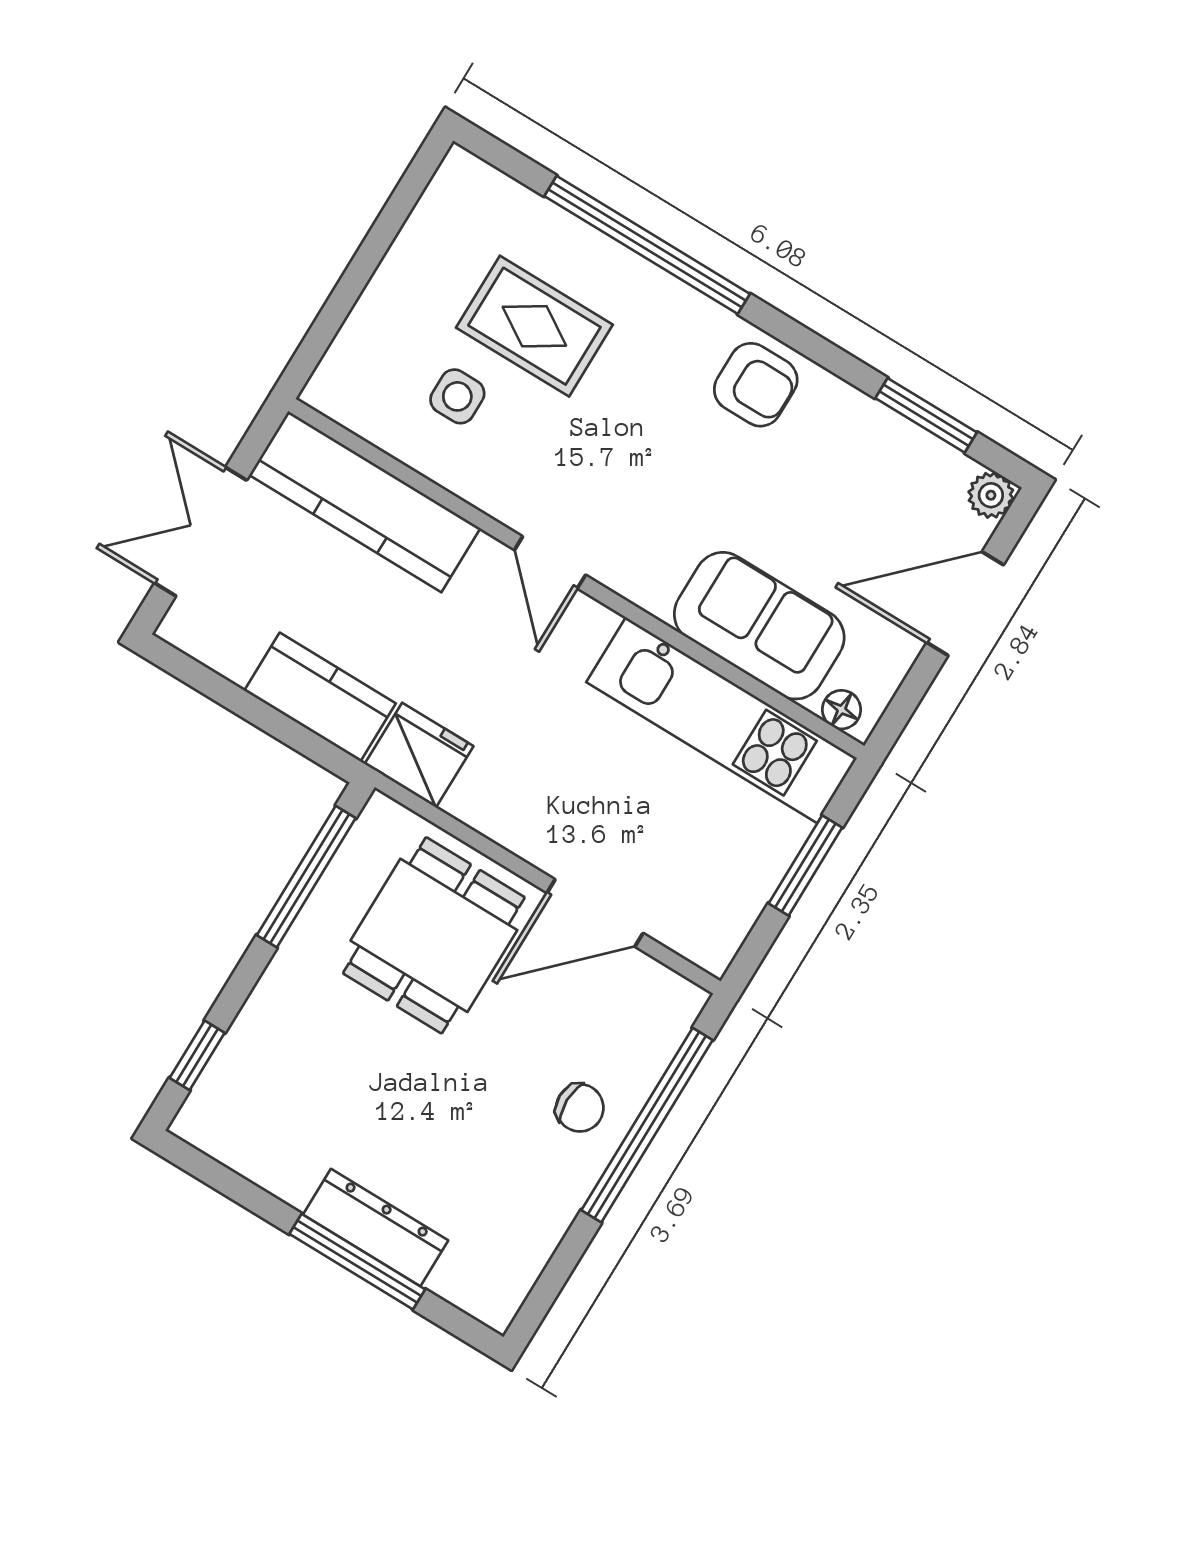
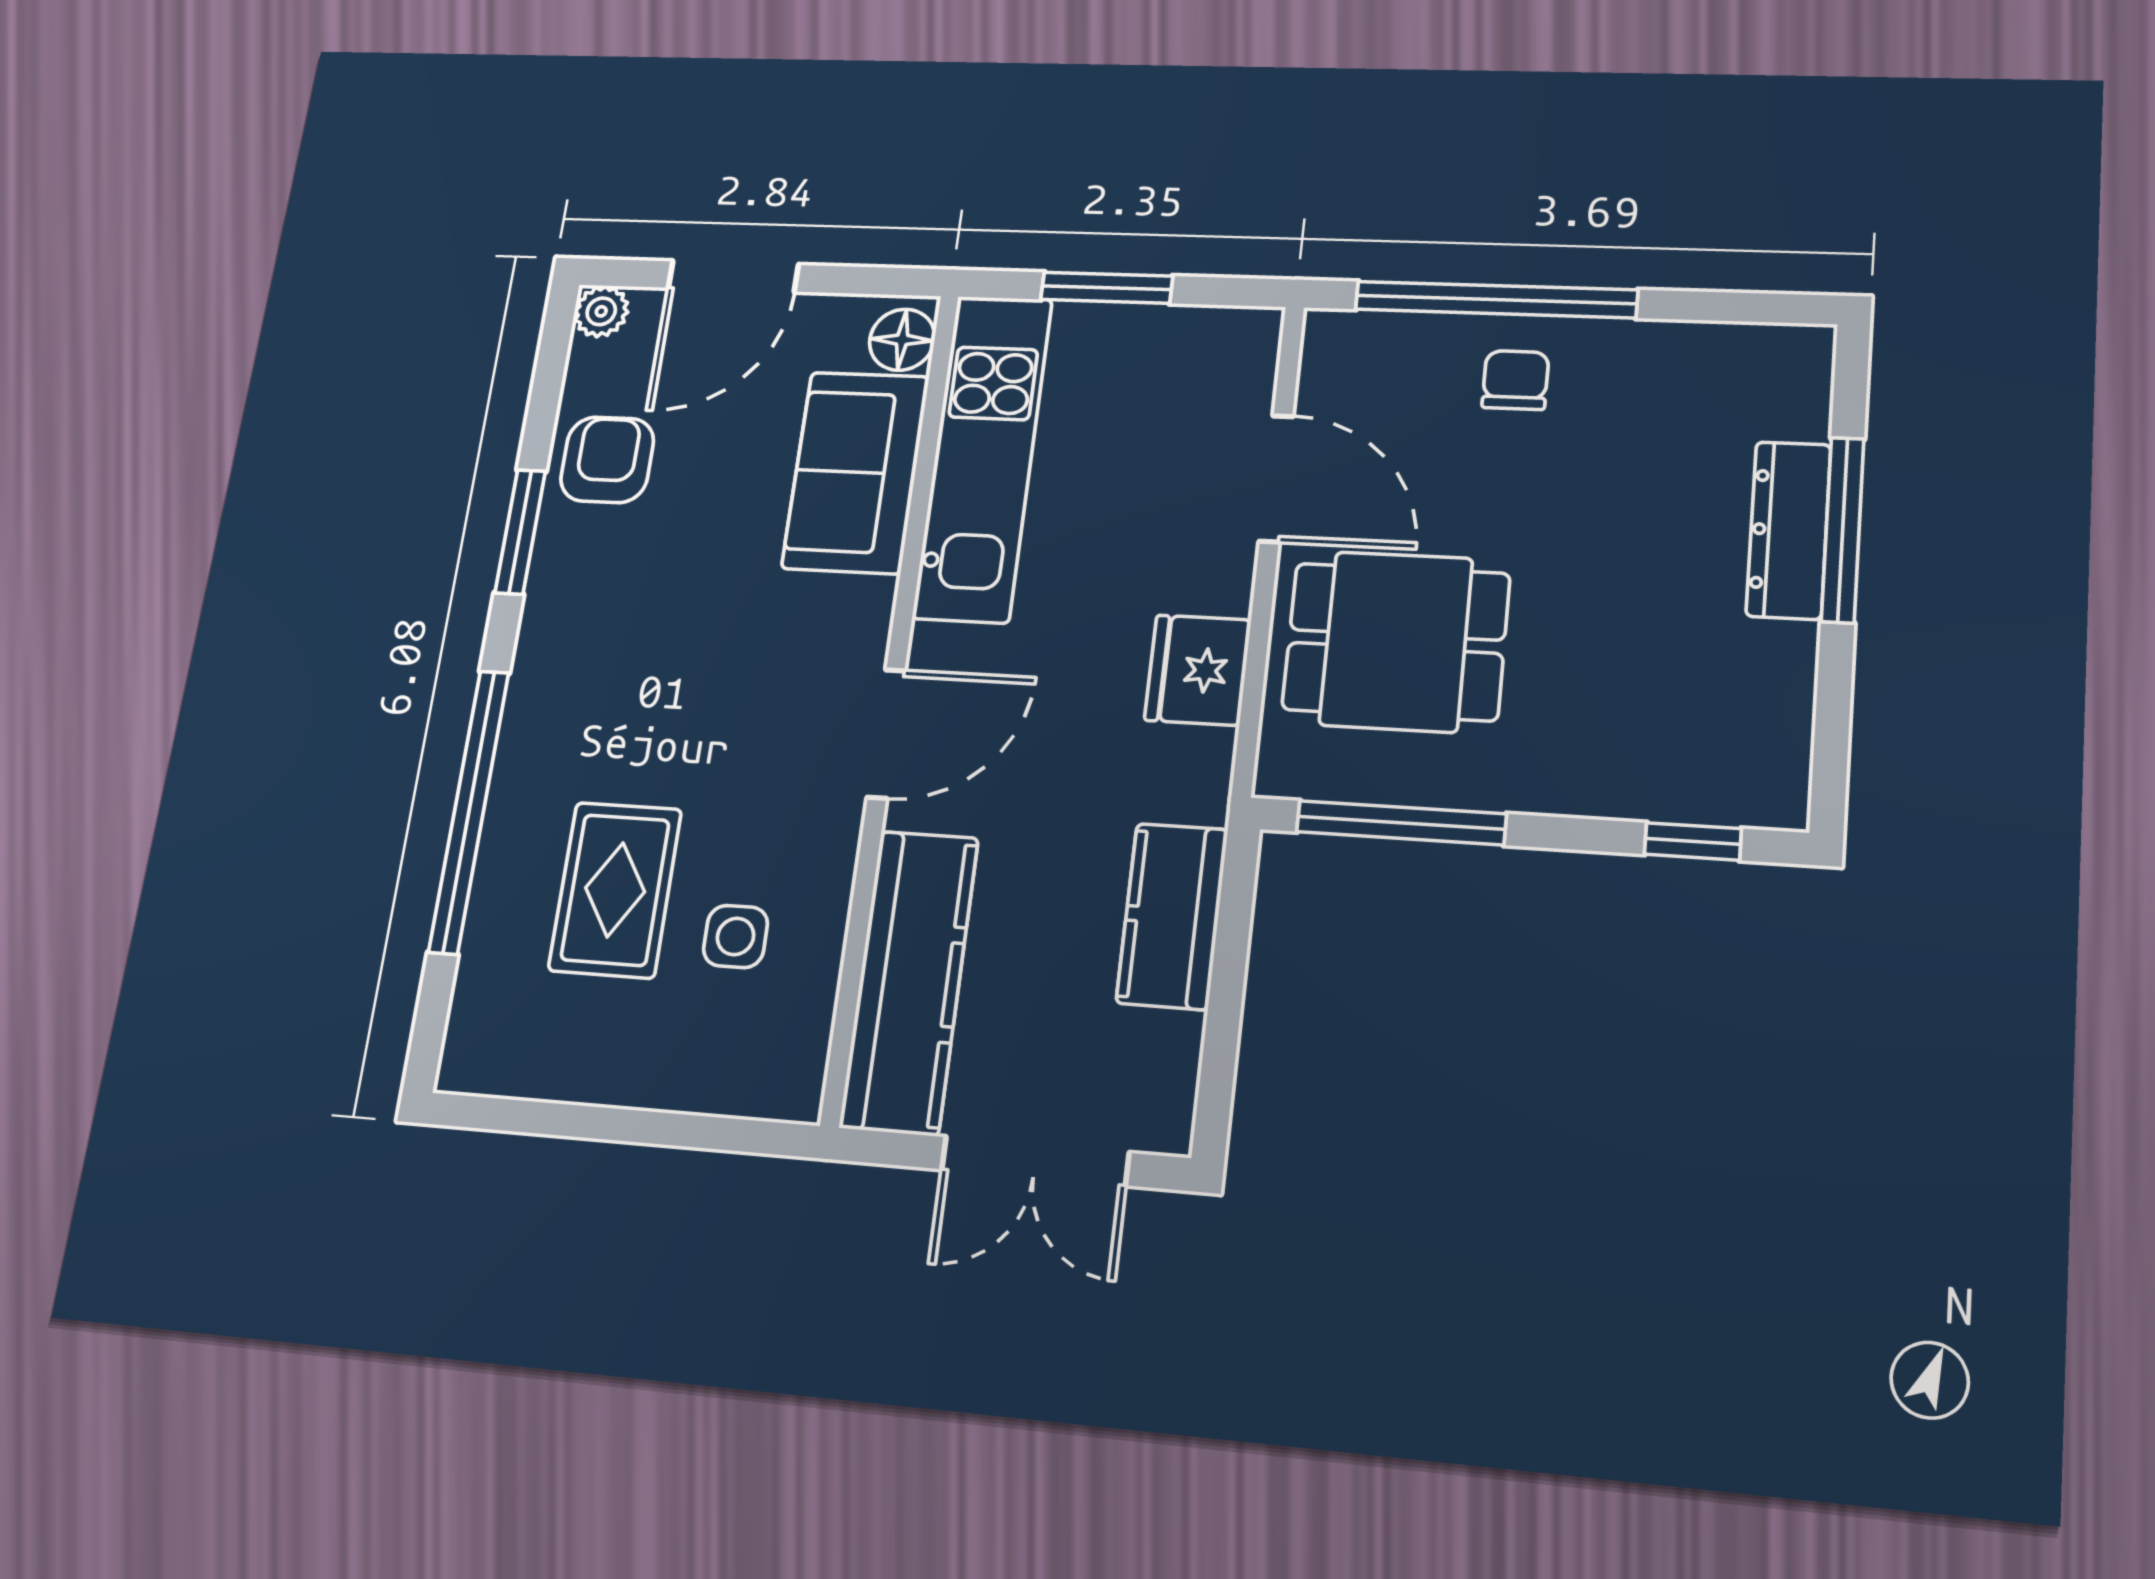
armchair: (756, 385) -> (607, 460), moved
window: (926, 415) -> (520, 532), moved
door: (550, 562) -> (886, 734), width x1.38
door: (965, 604) -> (733, 276), hinge flipped
floor lamp: (842, 710) -> (902, 340), width x1.37, depth x1.37
fridge: (419, 755) -> (1198, 670), moved

